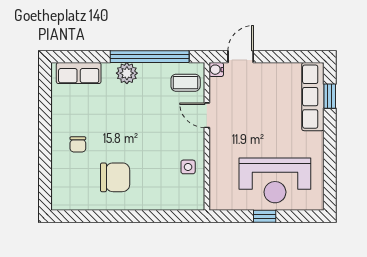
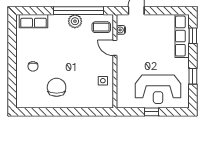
water cooler: (216, 70) -> (121, 30), moved
plant: (127, 73) -> (75, 21), moved
window: (330, 160) -> (193, 76), added
chair: (115, 177) -> (57, 87), turned -90

